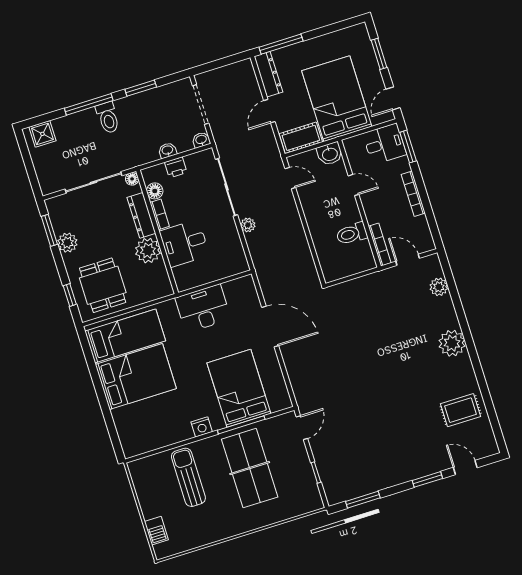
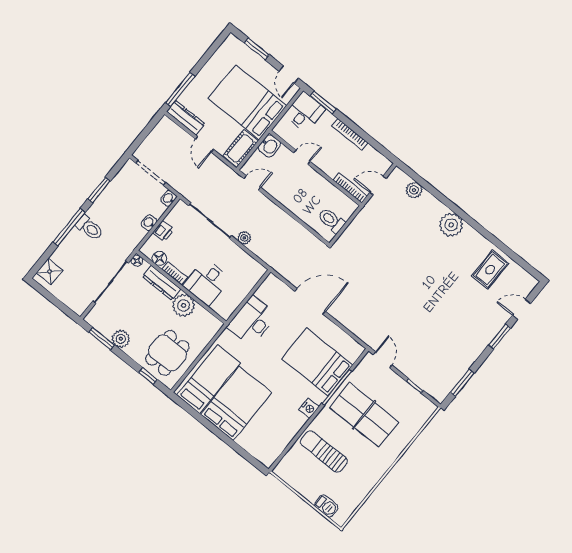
toilet: (352, 234) -> (331, 220), moved, turned 90
dining table: (103, 285) -> (167, 353), turned 90

